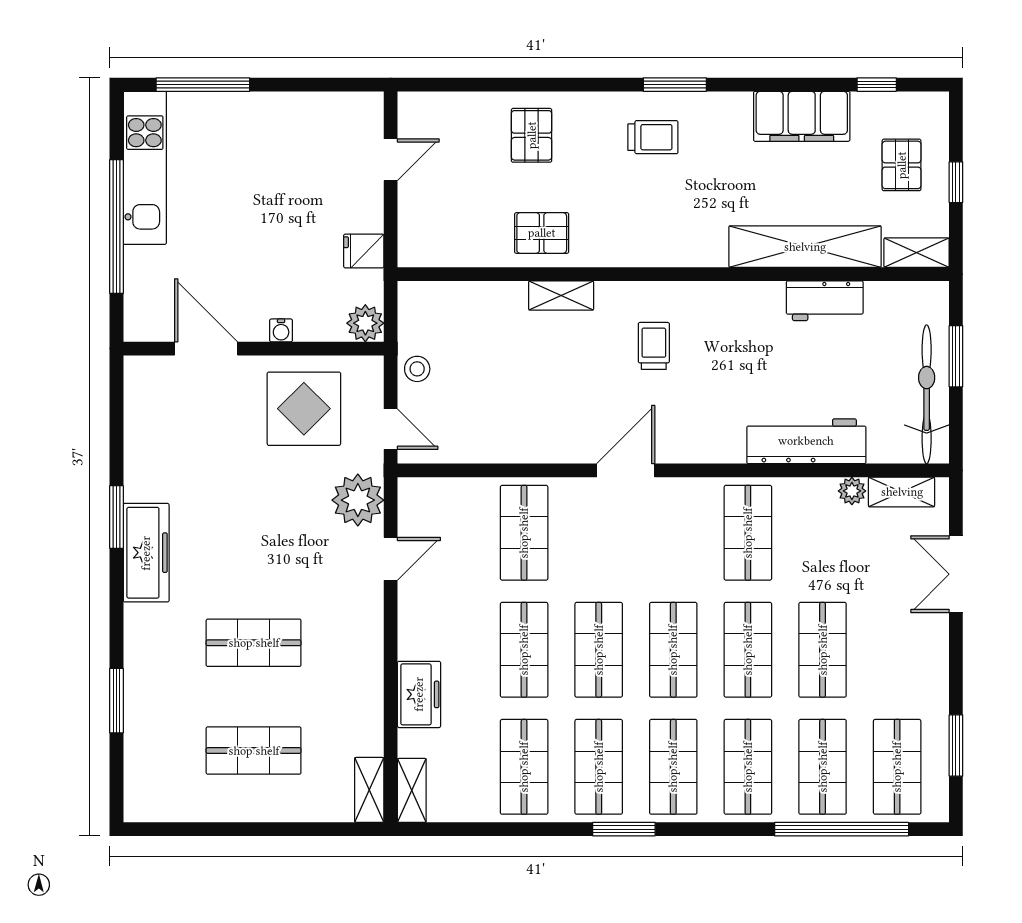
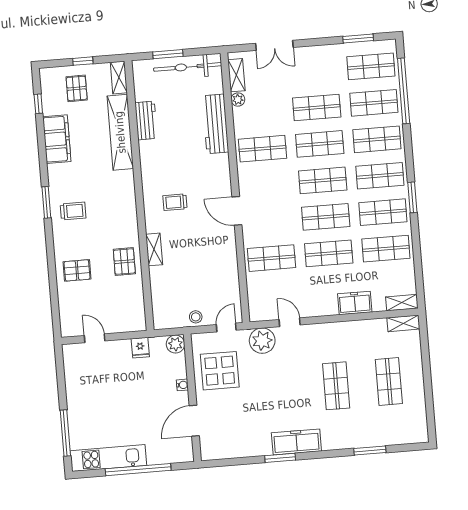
trolley: (653, 137) -> (73, 211), turned 90
pallet: (902, 165) -> (77, 88), turned 90

